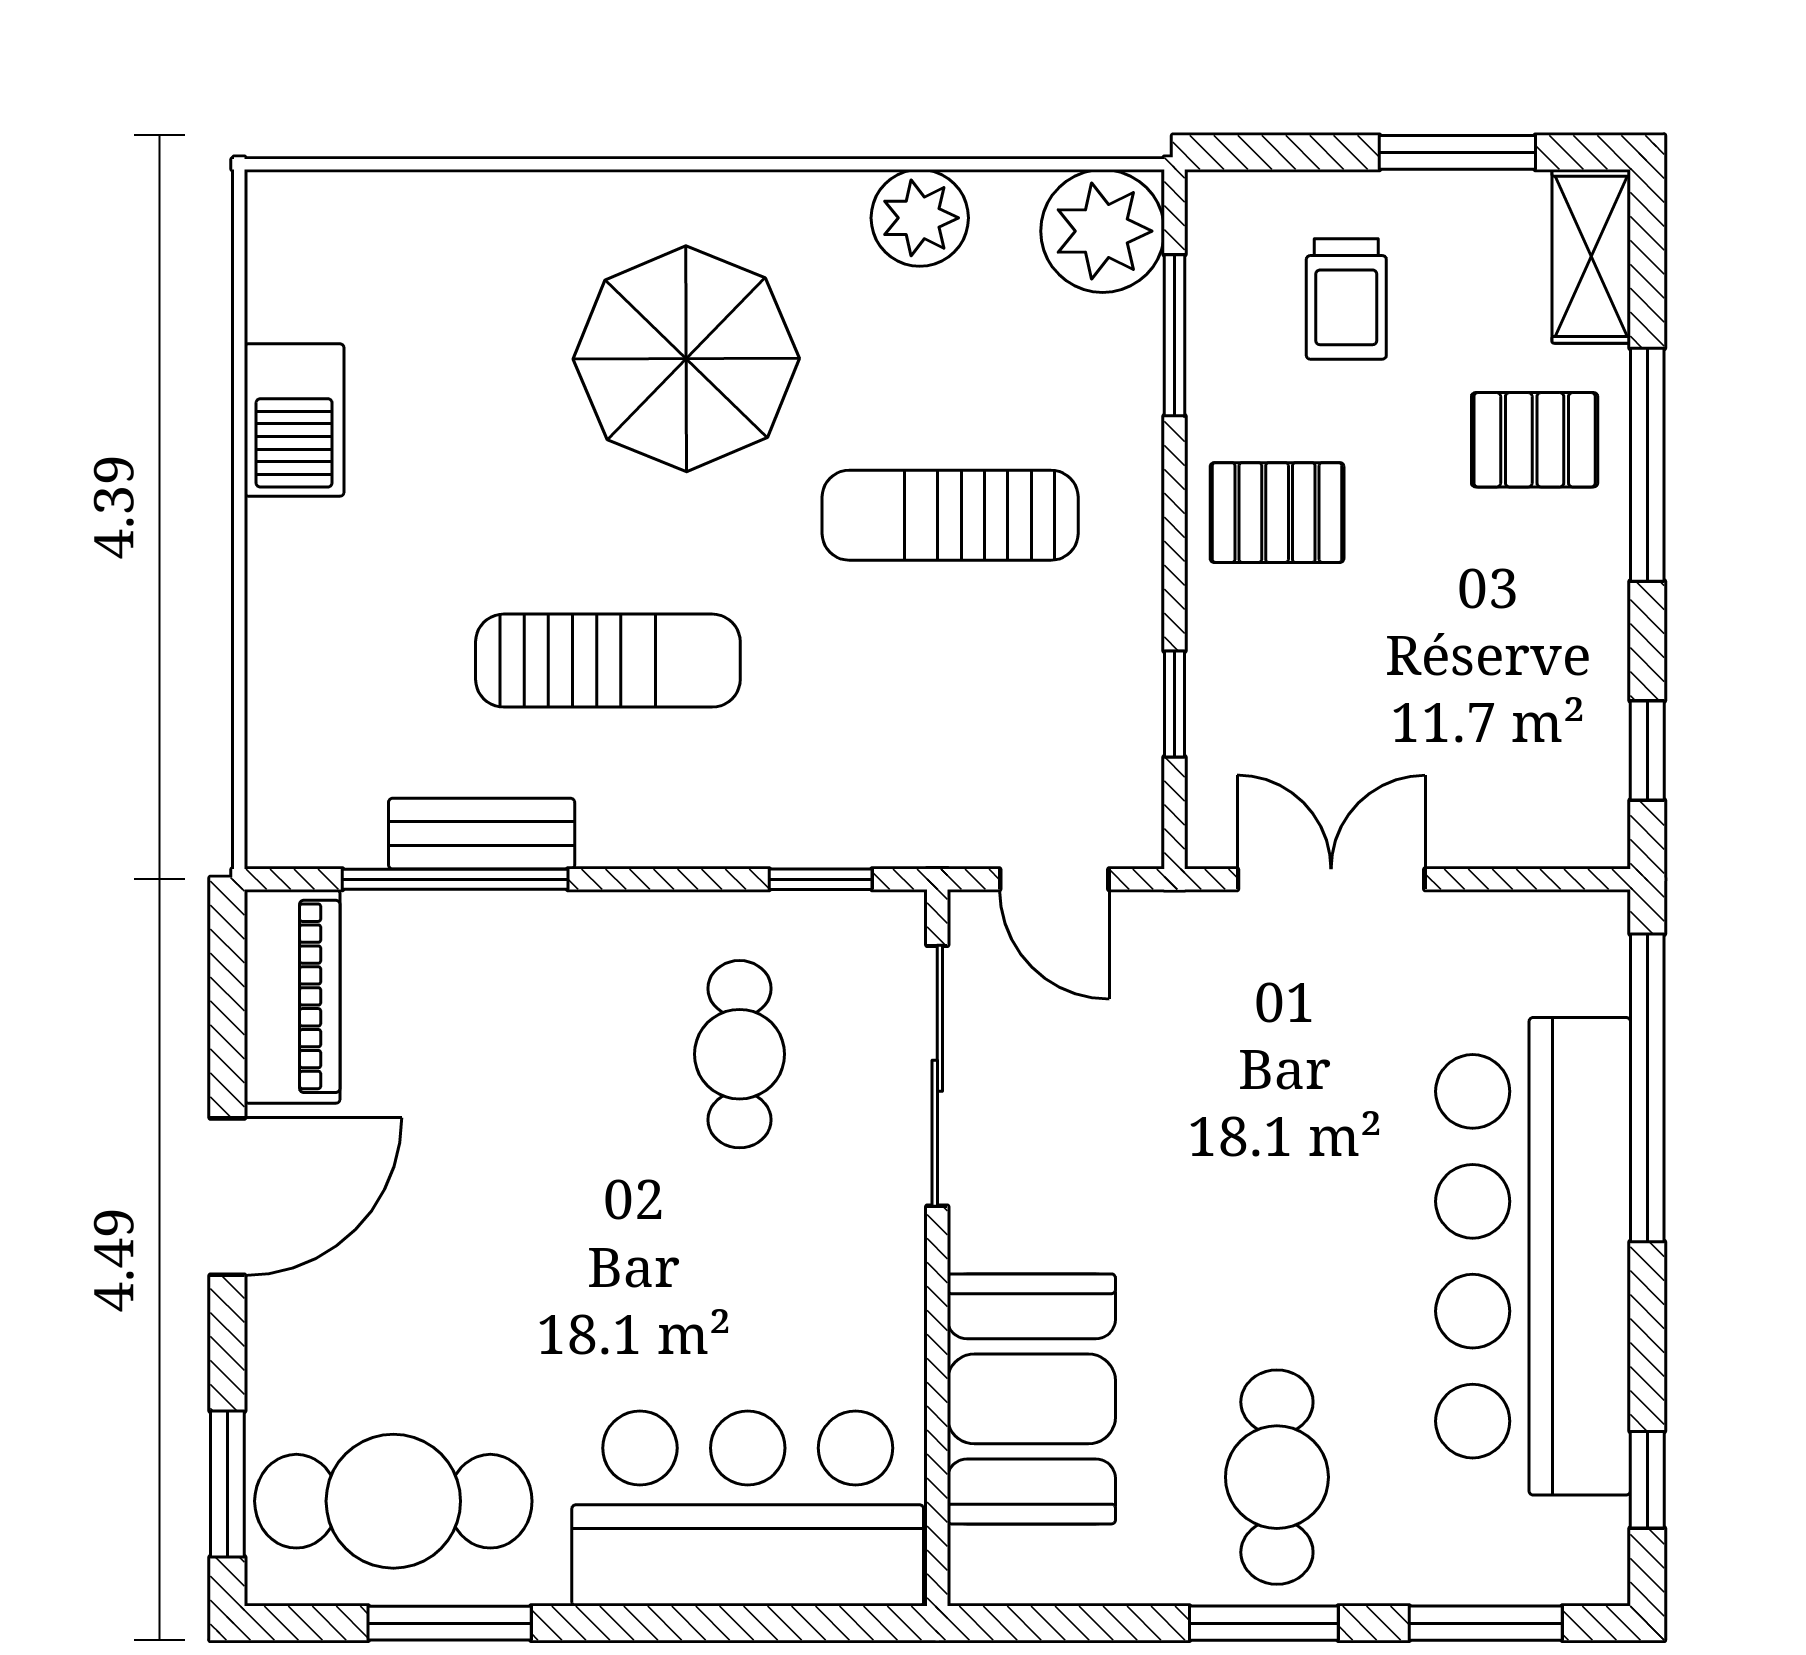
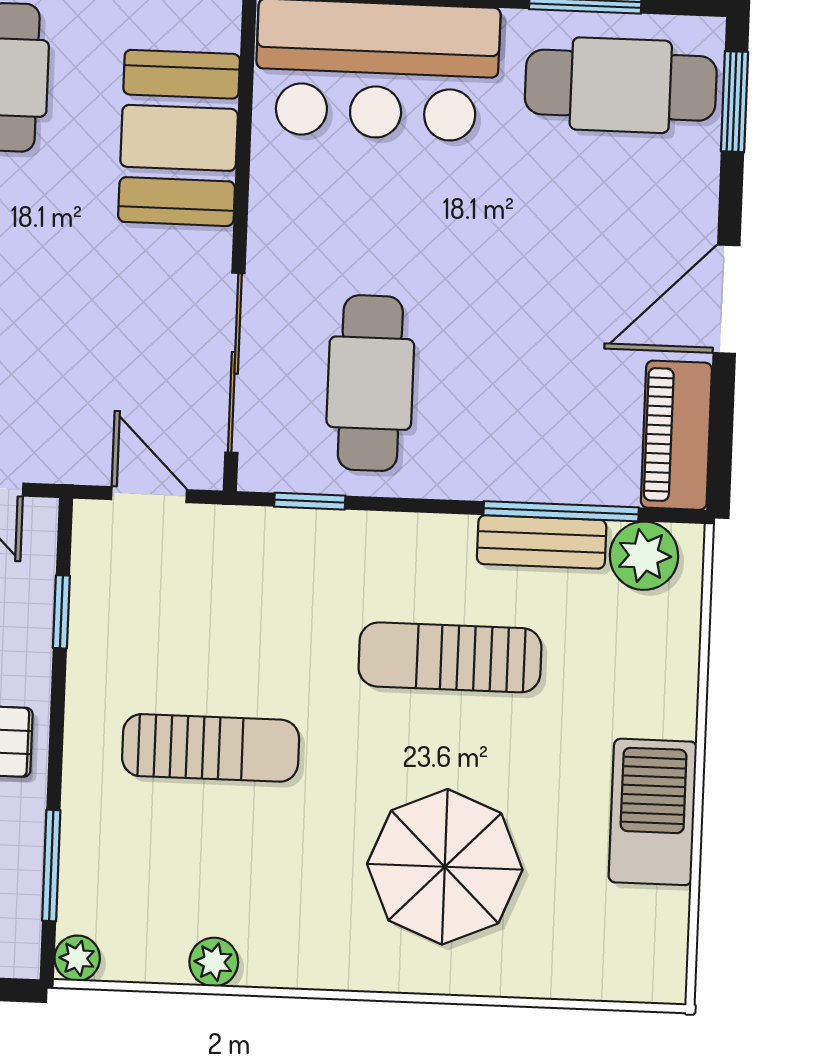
plant: (920, 218) -> (214, 962), width x0.73, depth x0.73
plant: (1103, 231) -> (77, 958), width x0.53, depth x0.53
parasol: (686, 359) -> (445, 867), moved
barbecue: (294, 420) -> (653, 812), width x1.37, depth x1.21
plant: (332, 819) -> (644, 556), added
cafe table: (740, 1054) -> (370, 383), width x1.37, depth x1.35

